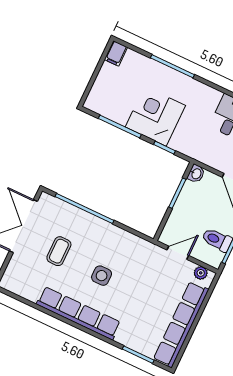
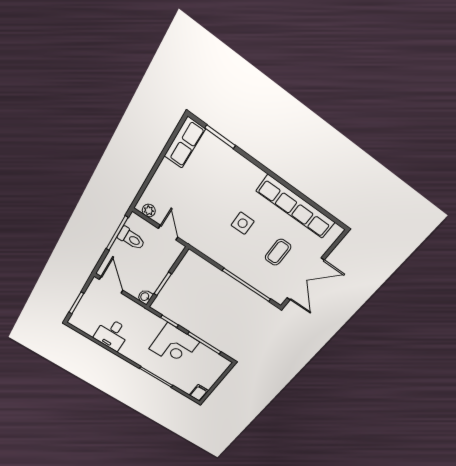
door: (178, 253) -> (168, 233), swing flipped
row of seats: (79, 313) -> (296, 207), moved
row of seats: (181, 324) -> (185, 143), width x0.50

